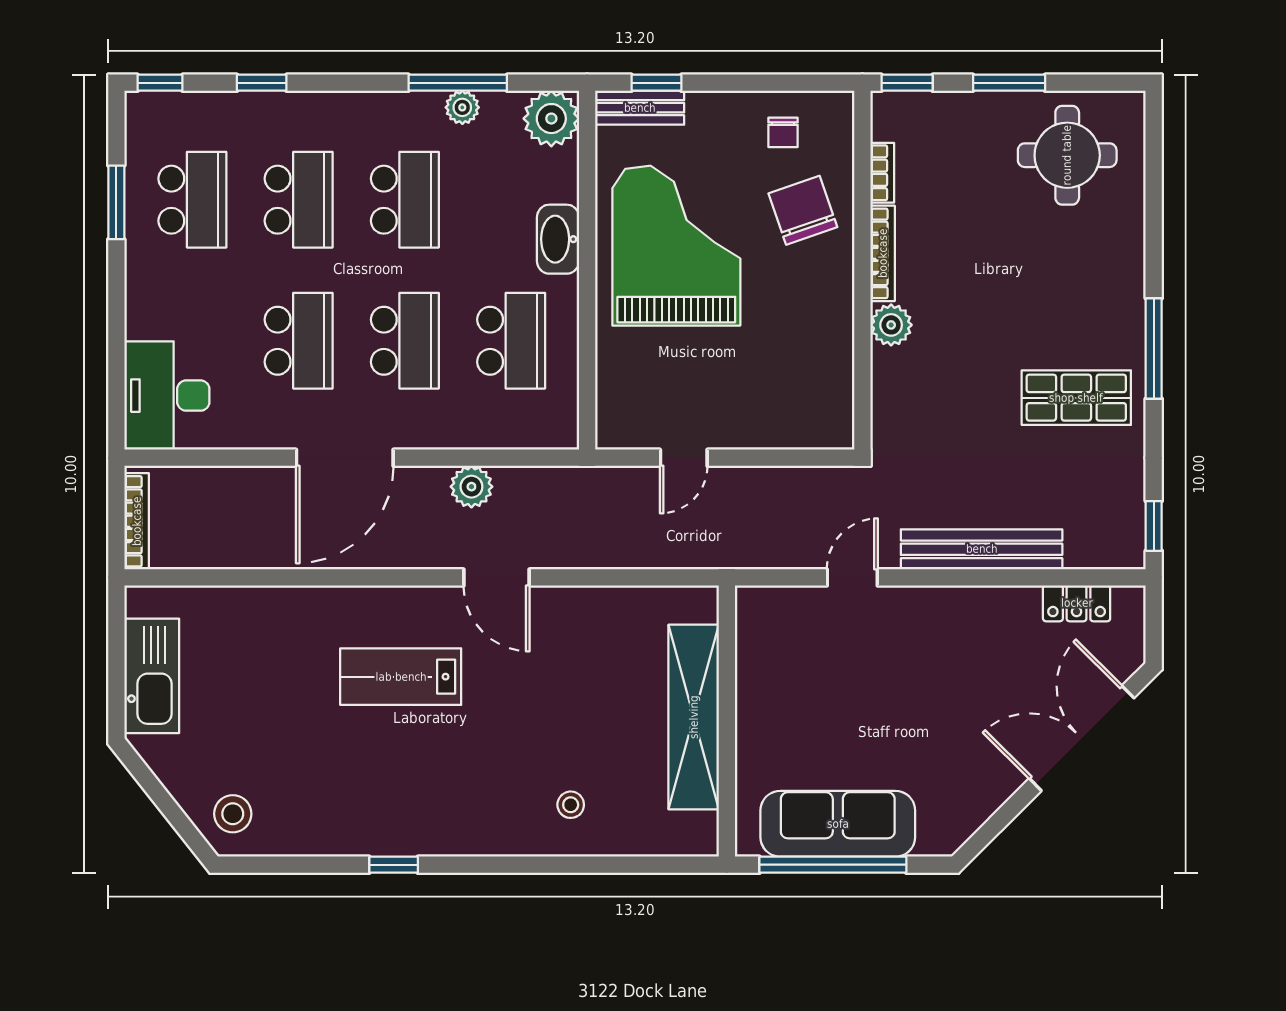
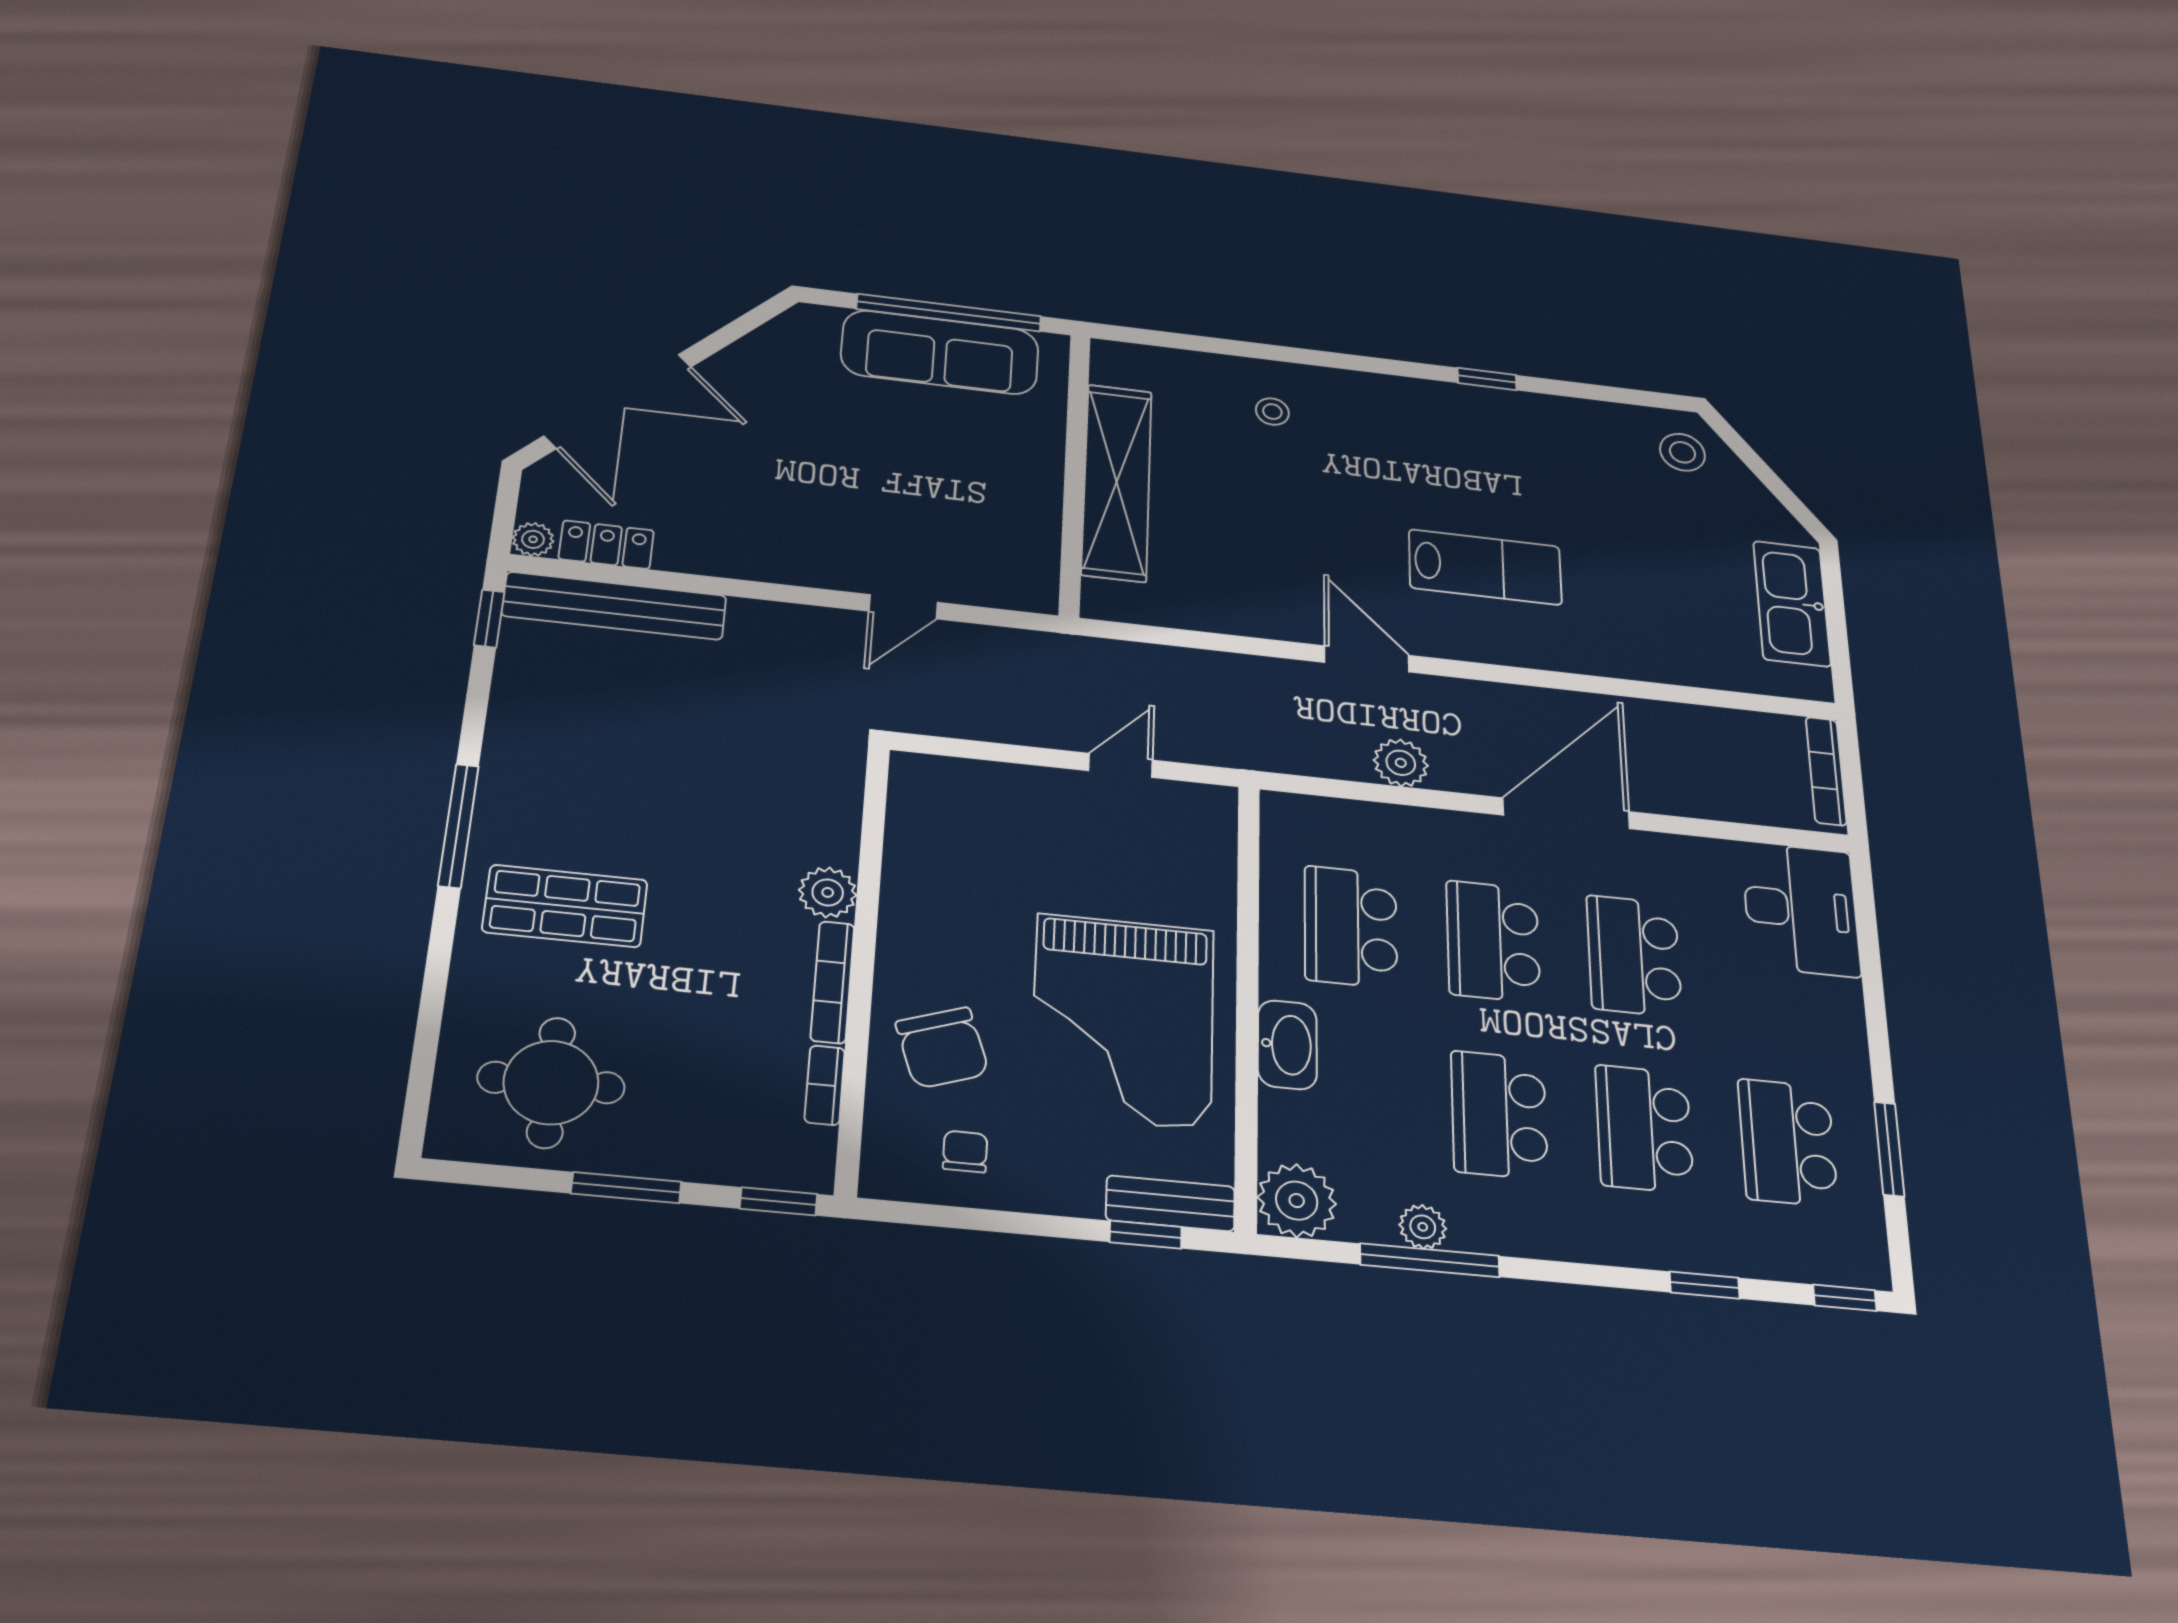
shop shelf: (1076, 398) -> (565, 906), moved
bench: (982, 549) -> (614, 606), moved
plant: (1130, 601) -> (533, 539), added

